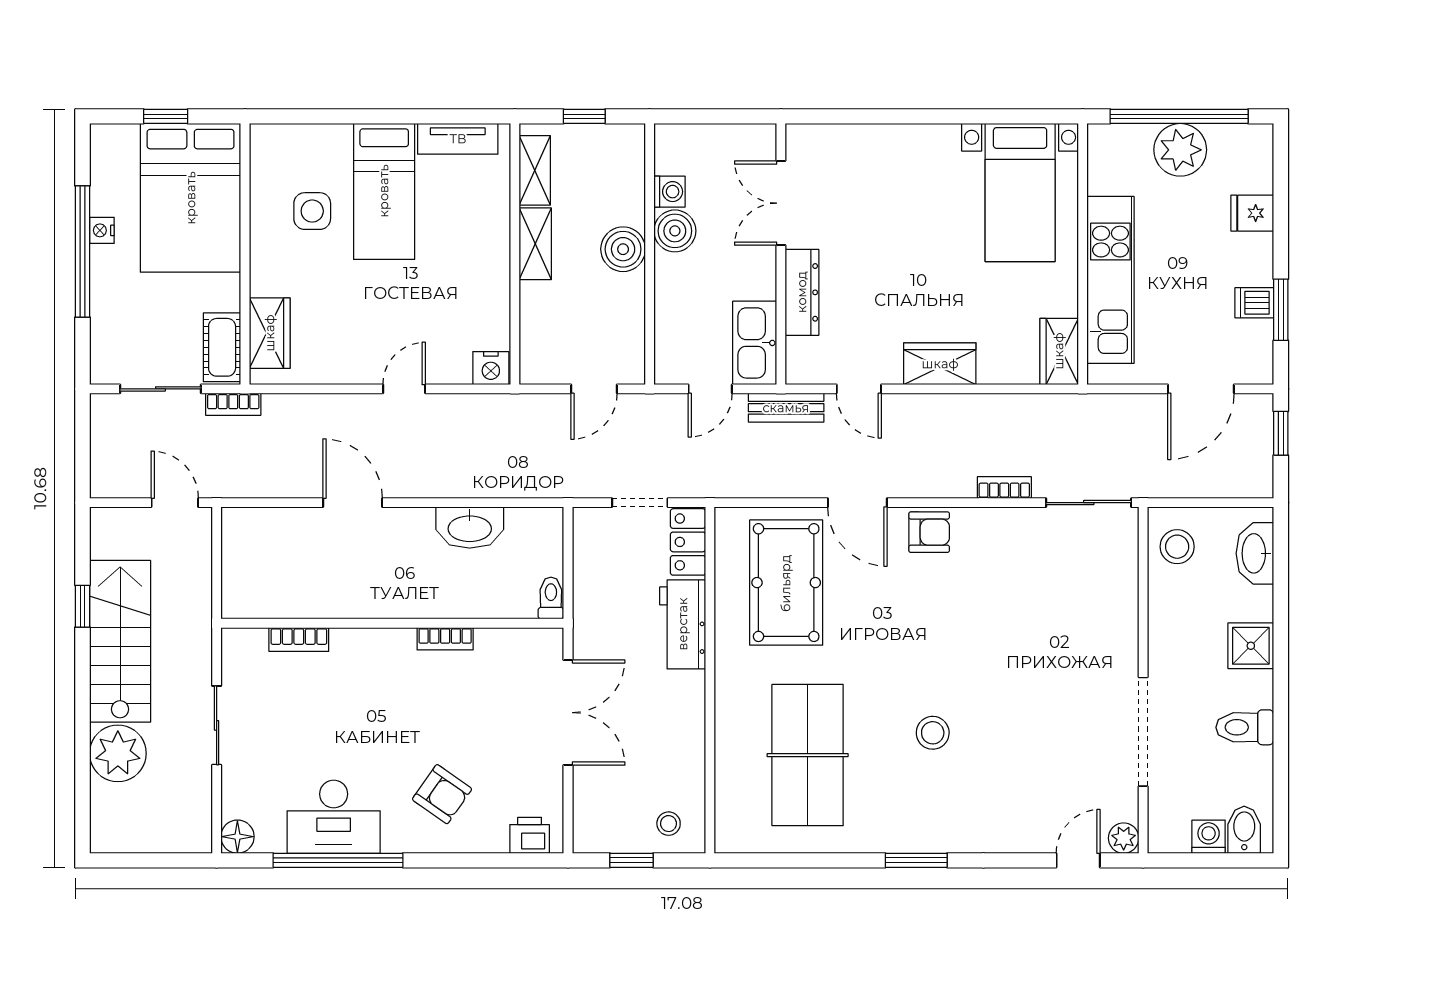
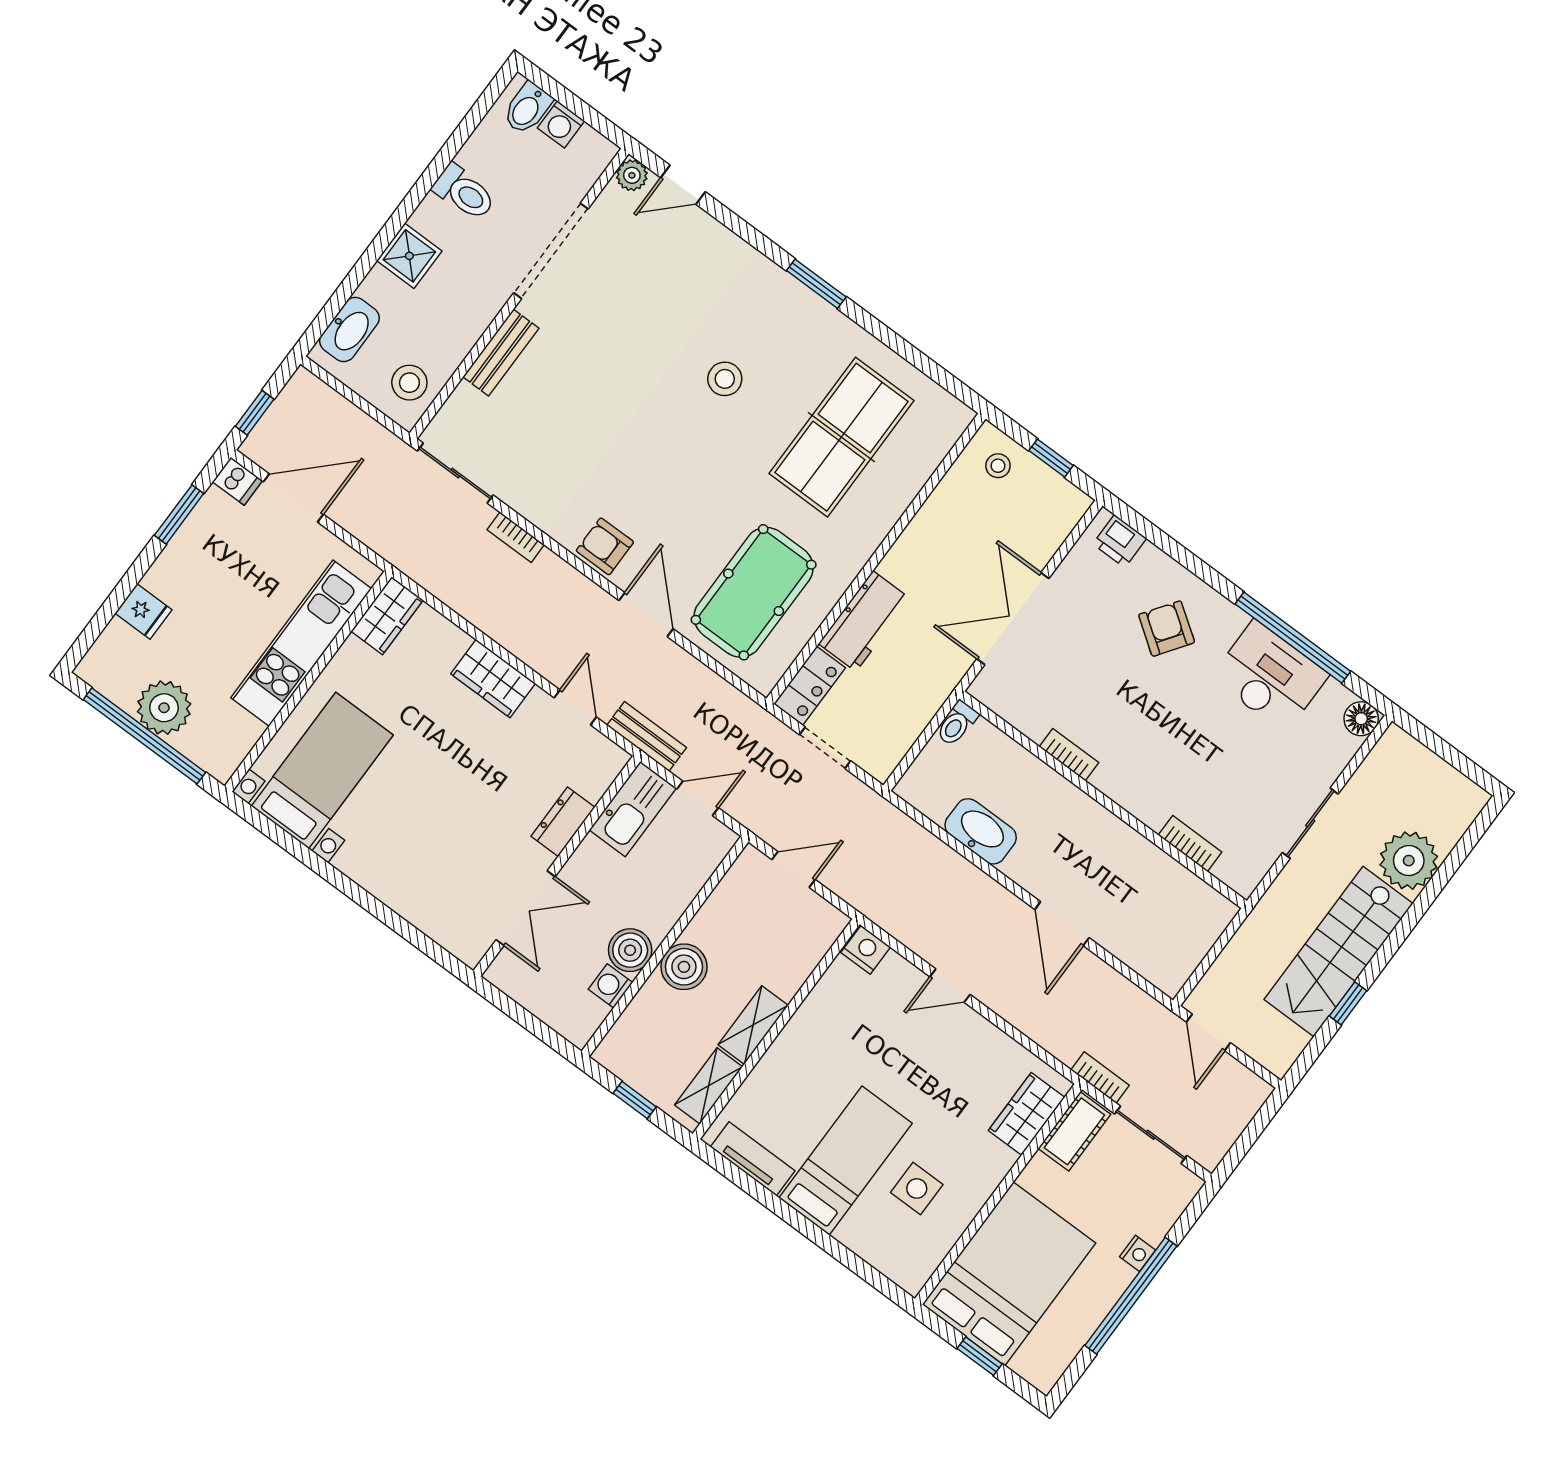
nightstand: (102, 230) -> (1137, 1253), moved
dresser: (802, 292) -> (563, 822), width x0.70
dishwasher: (1254, 303) -> (238, 481), moved
bench: (1123, 623) -> (501, 353), added

